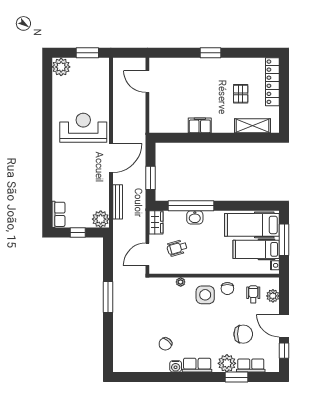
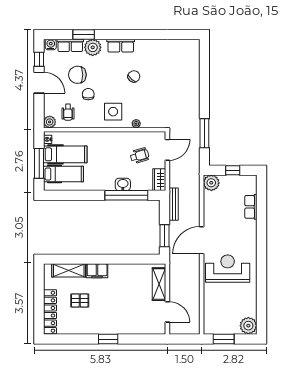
pallet: (241, 94) -> (80, 300), turned 90
shelving: (156, 111) -> (159, 284), added
filing cabinet: (200, 125) -> (97, 271), moved
reception desk: (83, 128) -> (228, 269), turned 180
window: (150, 178) -> (164, 236), moved
bench: (118, 202) -> (174, 204), moved
row of seats: (58, 214) -> (251, 207), moved
hospital bed: (252, 225) -> (63, 174), width x0.73, depth x0.78
chair: (227, 288) -> (88, 94), moved
plant: (273, 296) -> (50, 122), moved
window: (108, 297) -> (204, 133), moved
chair: (165, 344) -> (134, 76), moved
water cooler: (176, 366) -> (51, 44), moved

